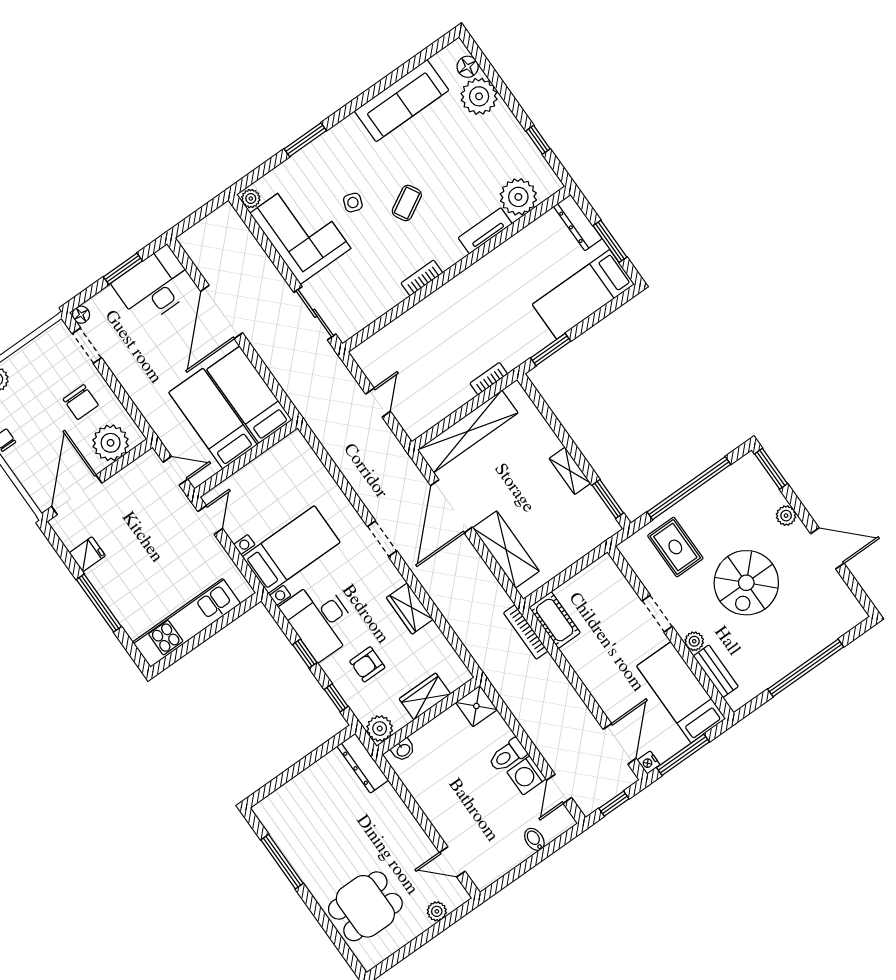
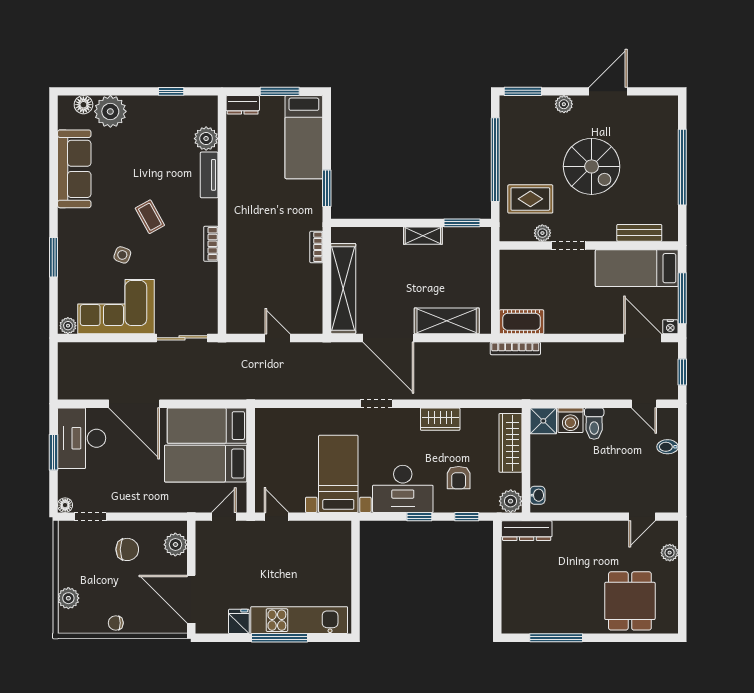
plant: (518, 197) -> (206, 139), width x0.73, depth x0.73
dresser: (578, 223) -> (243, 105), width x0.70
plant: (111, 443) -> (175, 545), width x0.73, depth x0.73
kitchen unit: (186, 623) -> (299, 620), moved, turned 90
plant: (694, 641) -> (542, 233), moved
wardrobe: (425, 696) -> (511, 443), width x1.50
washing machine: (526, 775) -> (570, 420), moved

